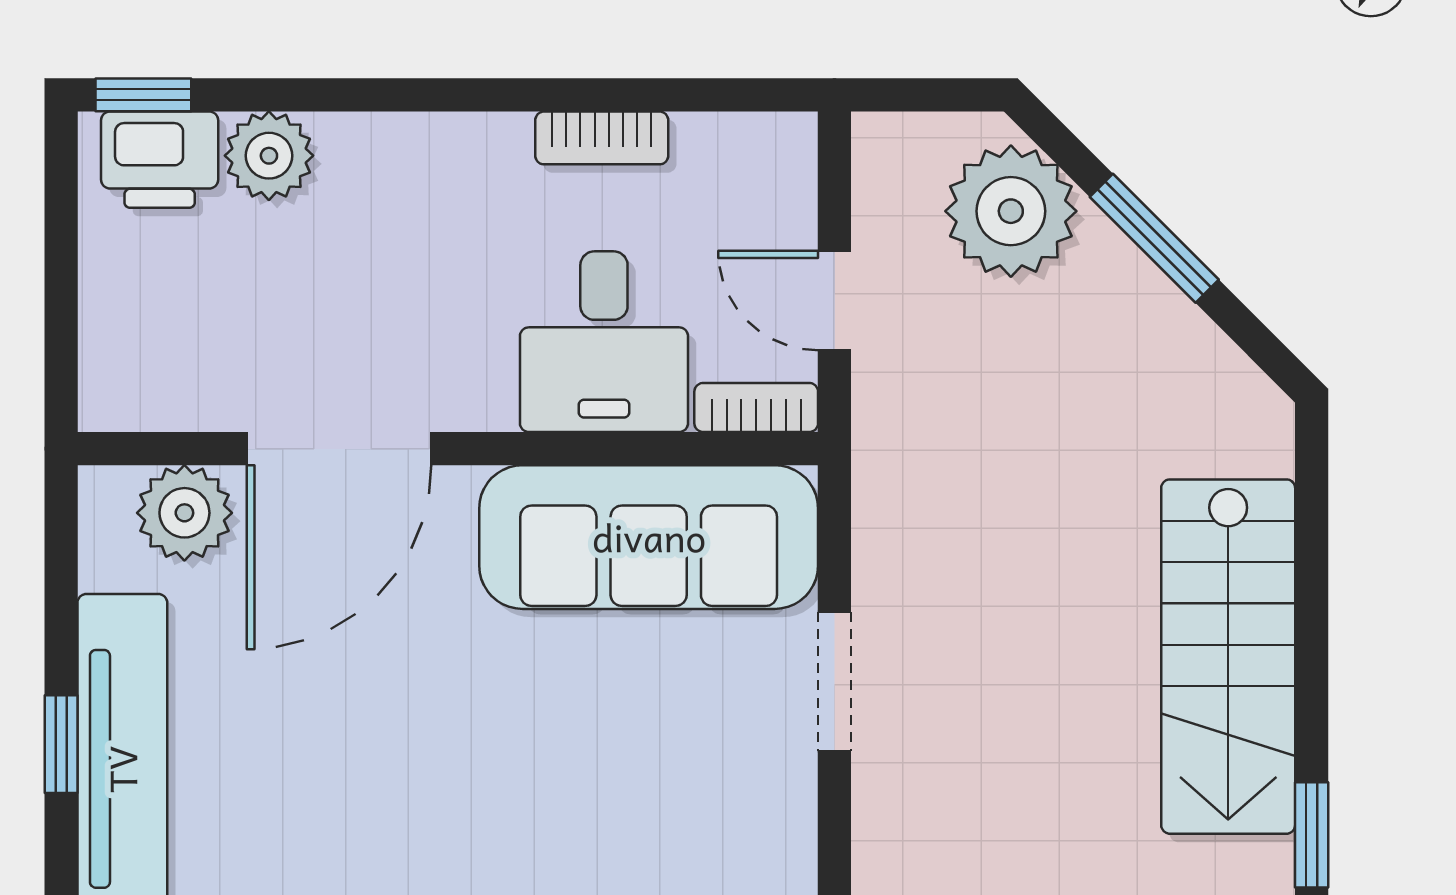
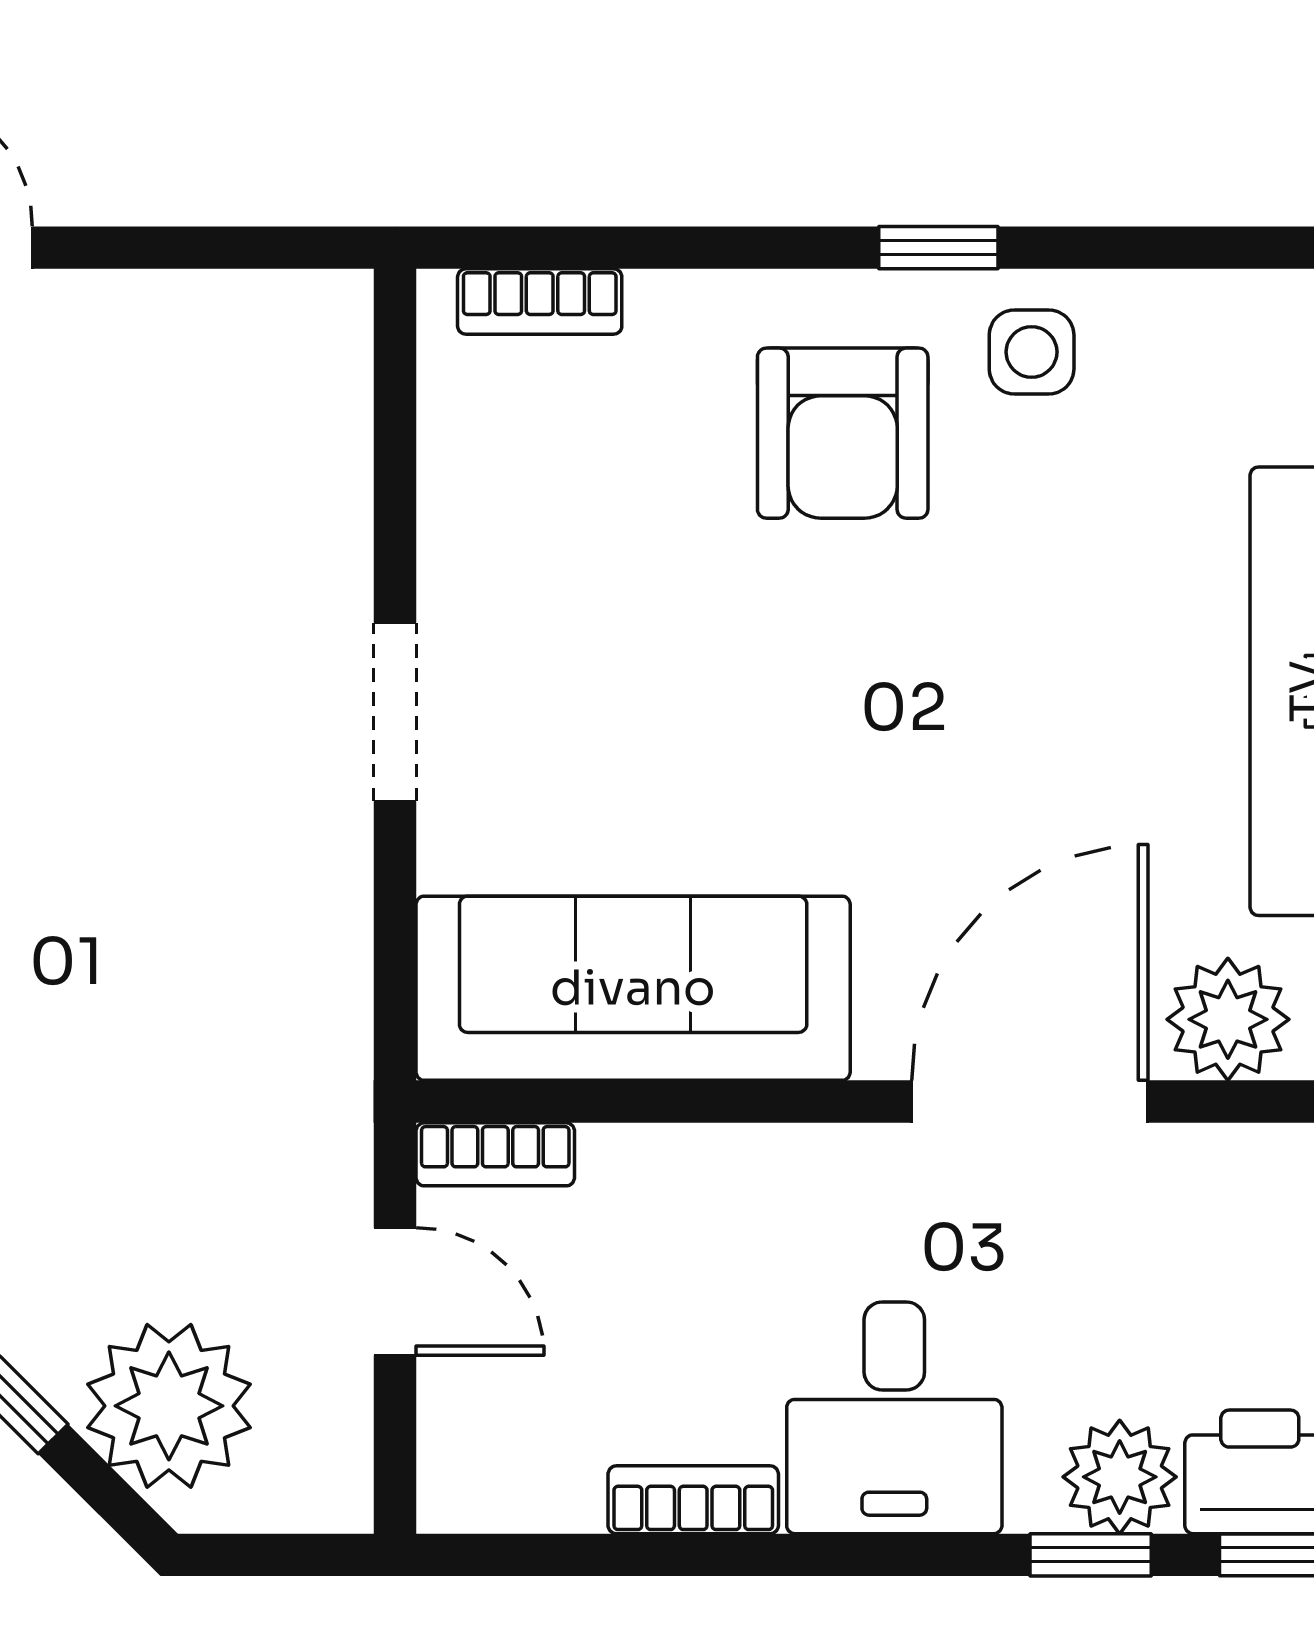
window: (292, 95) -> (1091, 1555), added
desk: (604, 342) -> (894, 1418), moved, turned 180
doorway: (834, 681) -> (395, 712), moved

